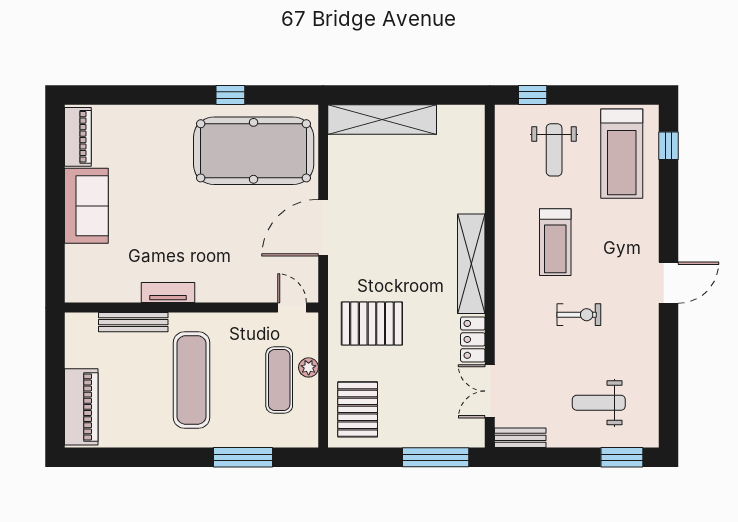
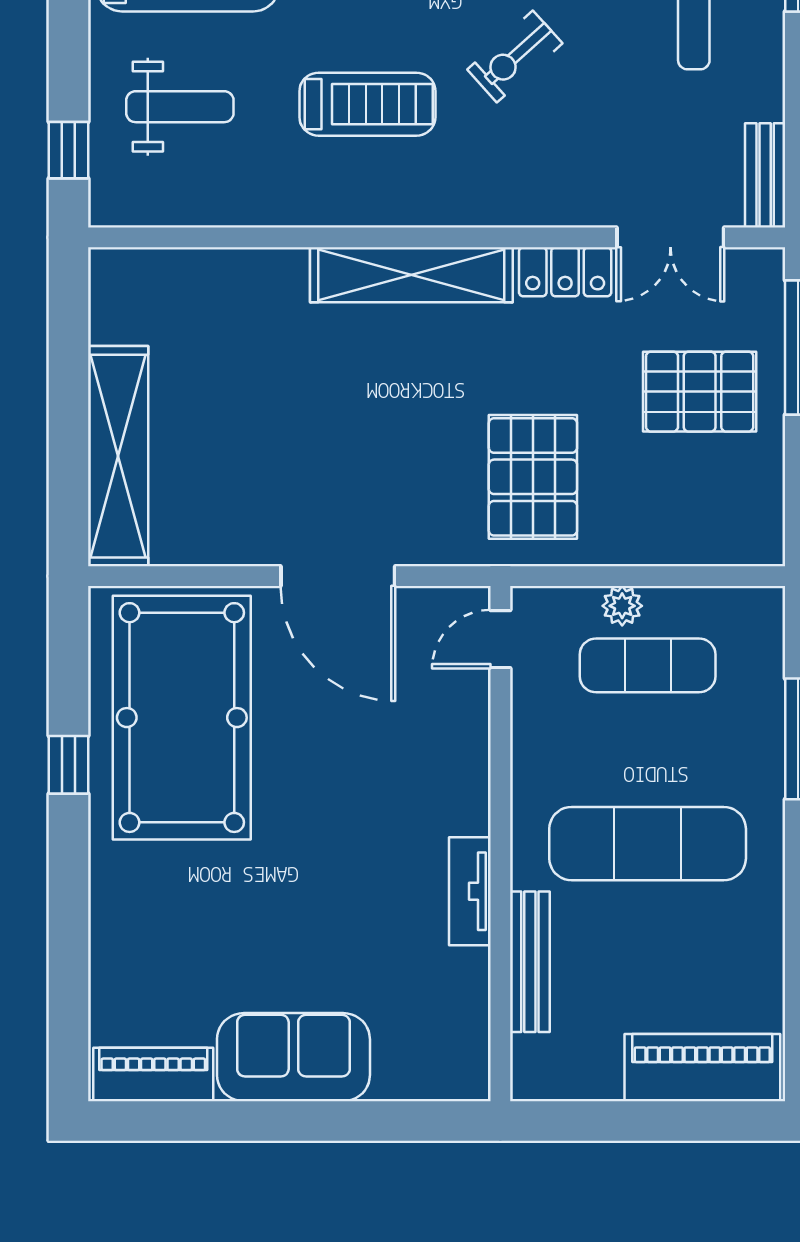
exercise bike: (579, 315) -> (515, 56), turned -132
pallet: (358, 409) -> (700, 392), moved

